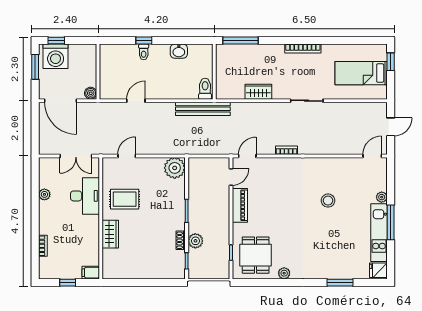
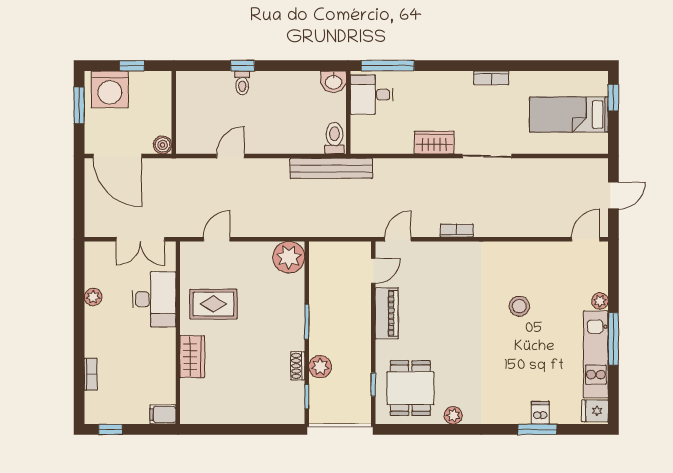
window: (56, 40) -> (132, 66), moved
bookcase: (303, 49) -> (491, 78), width x0.64
washbasin: (179, 51) -> (334, 82), moved
desk: (230, 60) -> (372, 95), added
wardrobe: (258, 92) -> (434, 143), moved
dishwasher: (342, 271) -> (540, 413), added
window: (68, 283) -> (110, 429), moved

